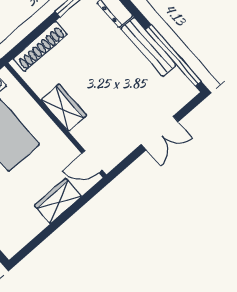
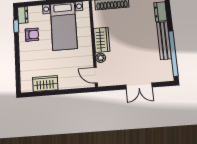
plant: (81, 133) -> (101, 58), added
wardrobe: (58, 201) -> (45, 83), moved

